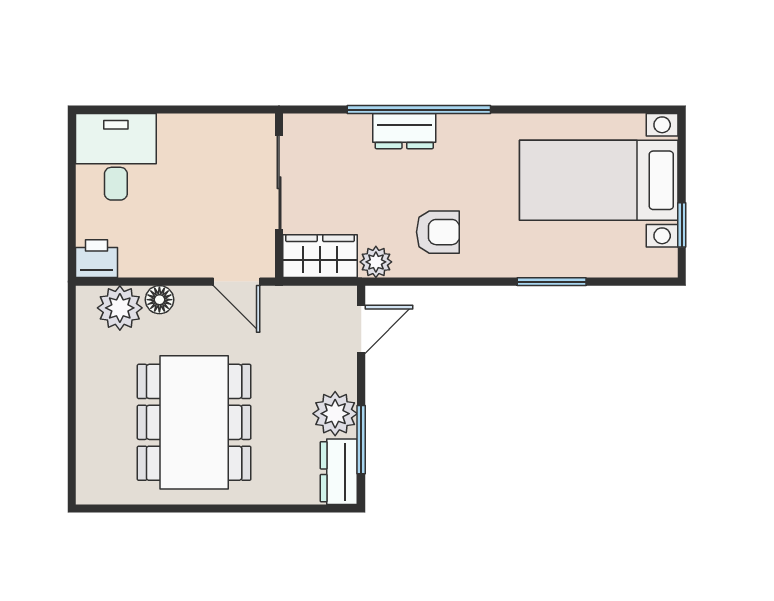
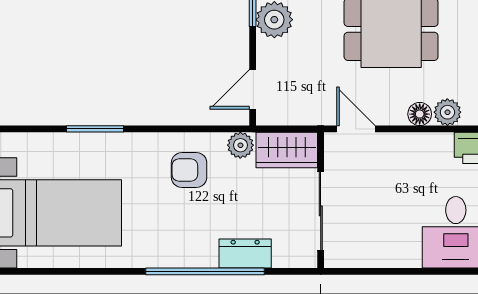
dresser: (404, 131) -> (245, 254), moved
plant: (120, 308) -> (447, 112), width x0.73, depth x0.73

